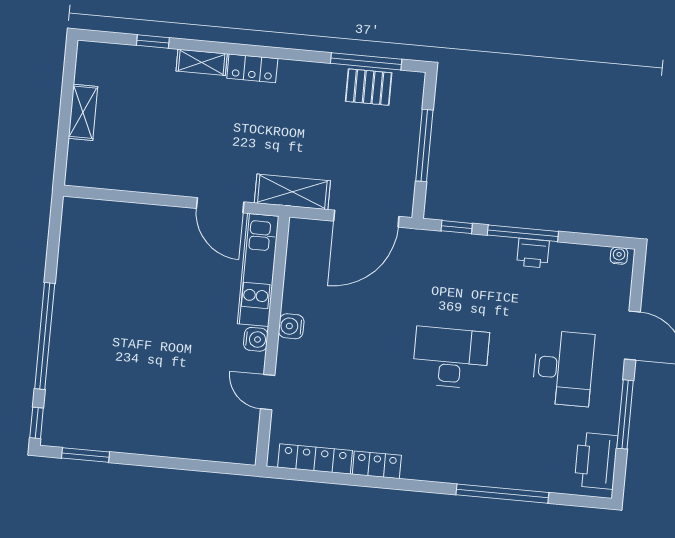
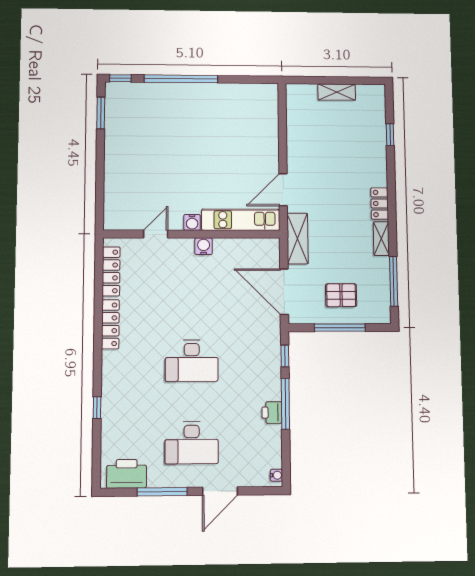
shelving: (202, 62) -> (381, 239), moved
pallet: (369, 87) -> (341, 295), moved, turned 90
desk: (451, 358) -> (192, 361), turned 90
locker: (377, 465) -> (110, 324), width x1.53
window: (502, 494) -> (97, 408), width x0.32

